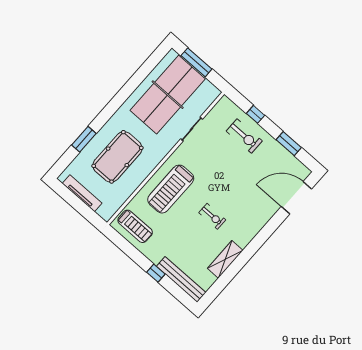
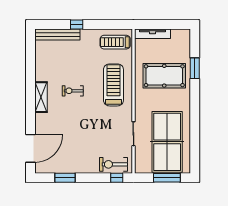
window: (255, 114) -> (117, 178), moved
exercise bike: (244, 136) -> (113, 164), moved
pool table: (117, 157) -> (164, 76), turned 90
tv unit: (82, 193) -> (152, 34), moved
shelving: (225, 259) -> (41, 97), moved

